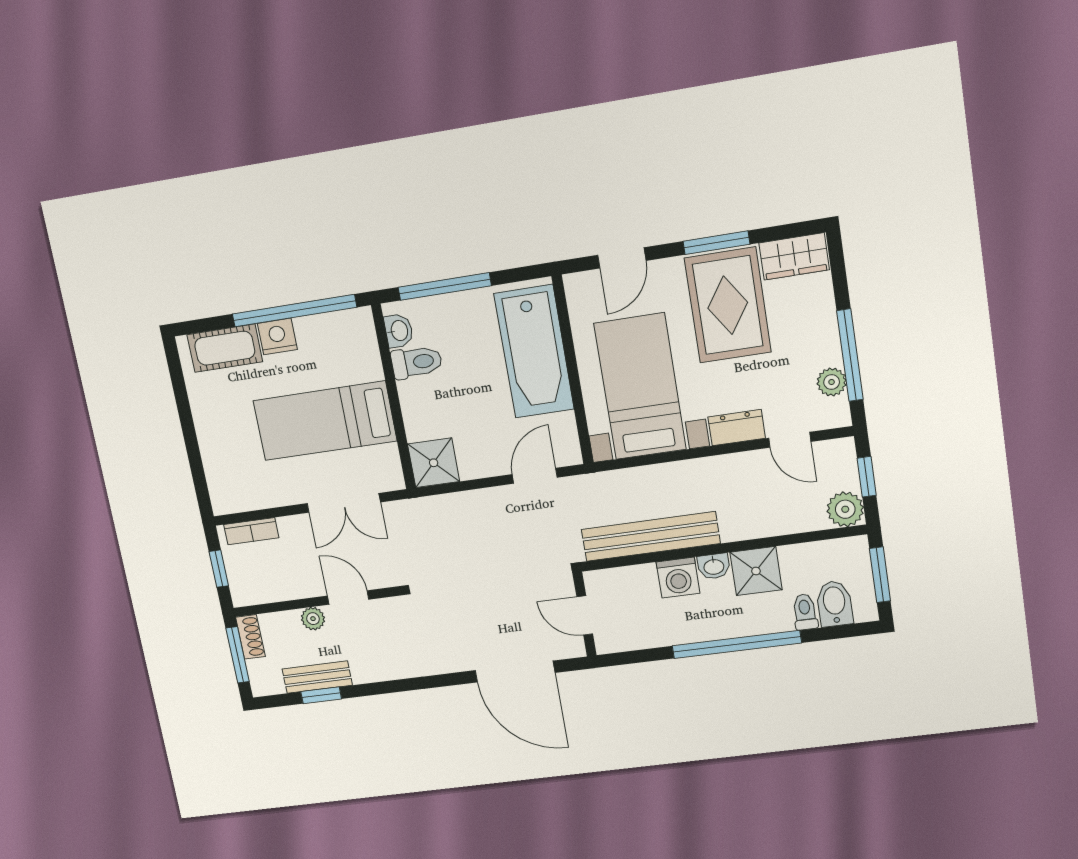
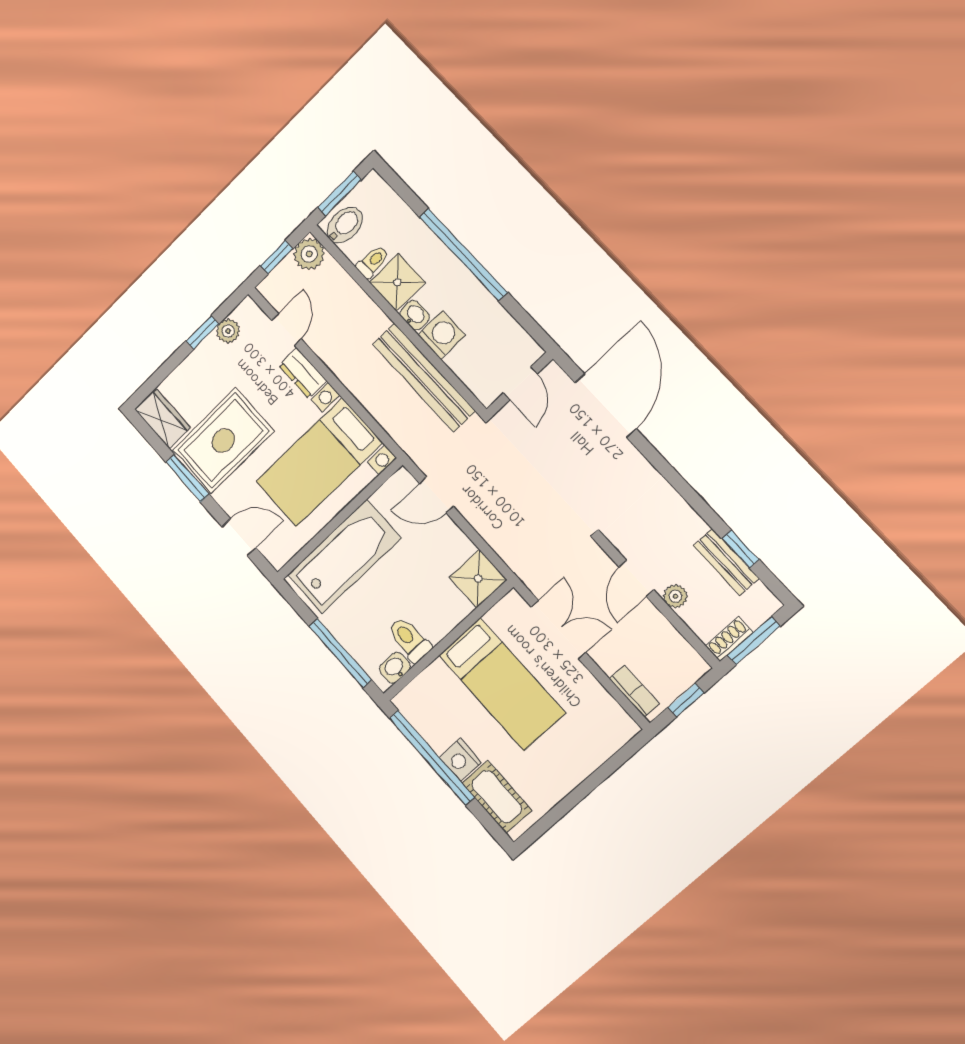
window: (850, 355) -> (202, 332), width x0.46
bidet: (834, 604) -> (345, 225), moved, turned 180
toilet: (805, 612) -> (373, 262), moved, turned 180

